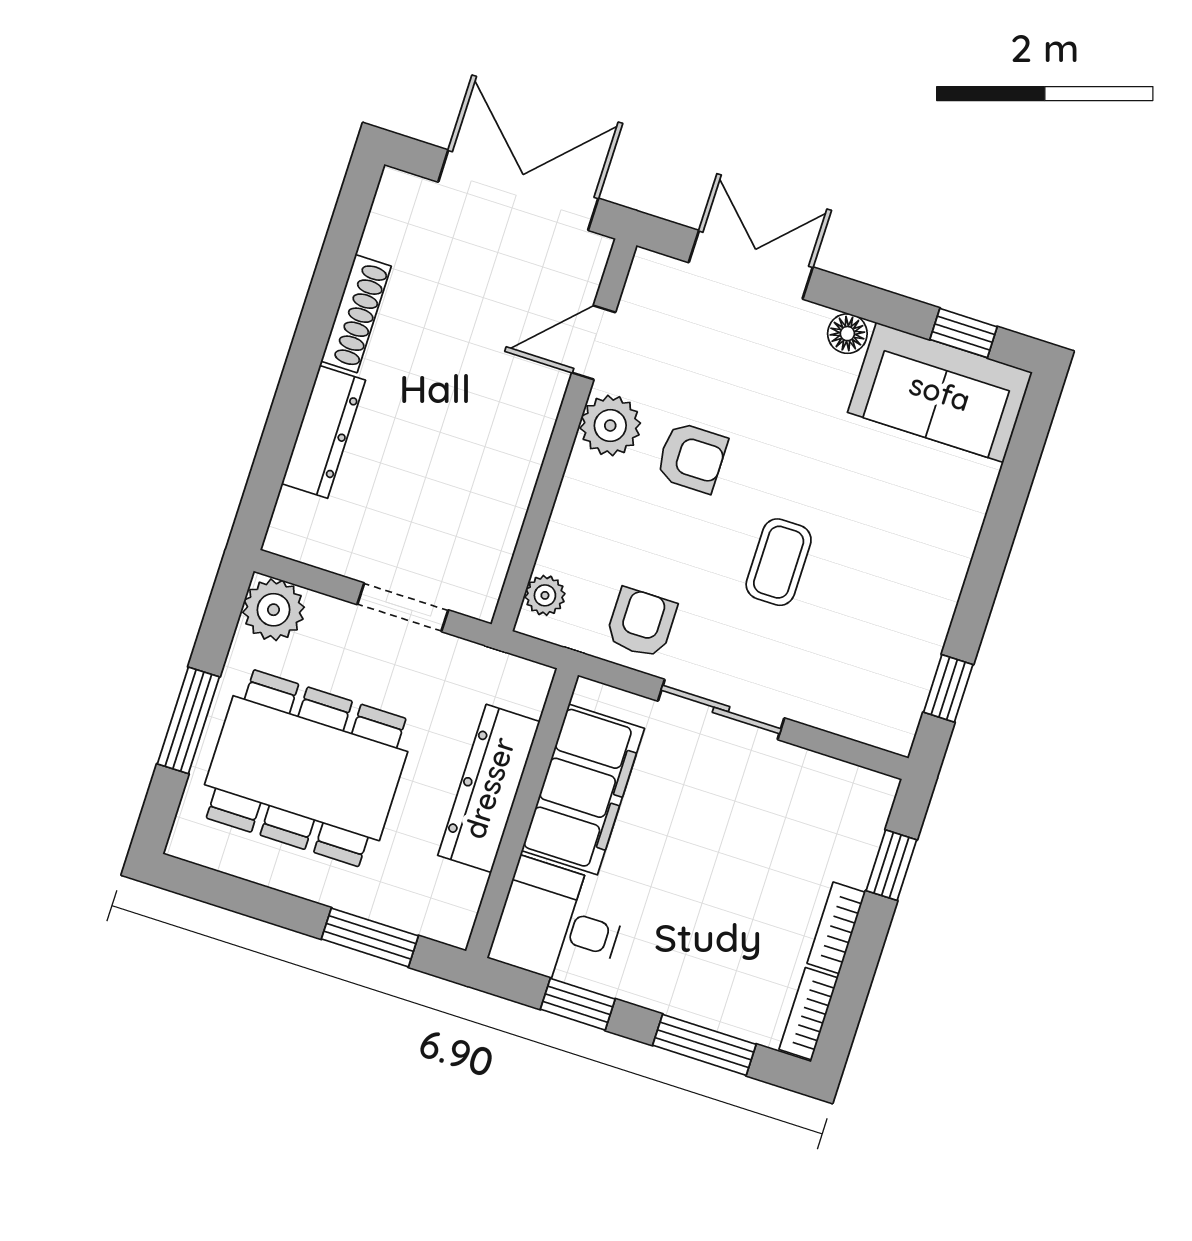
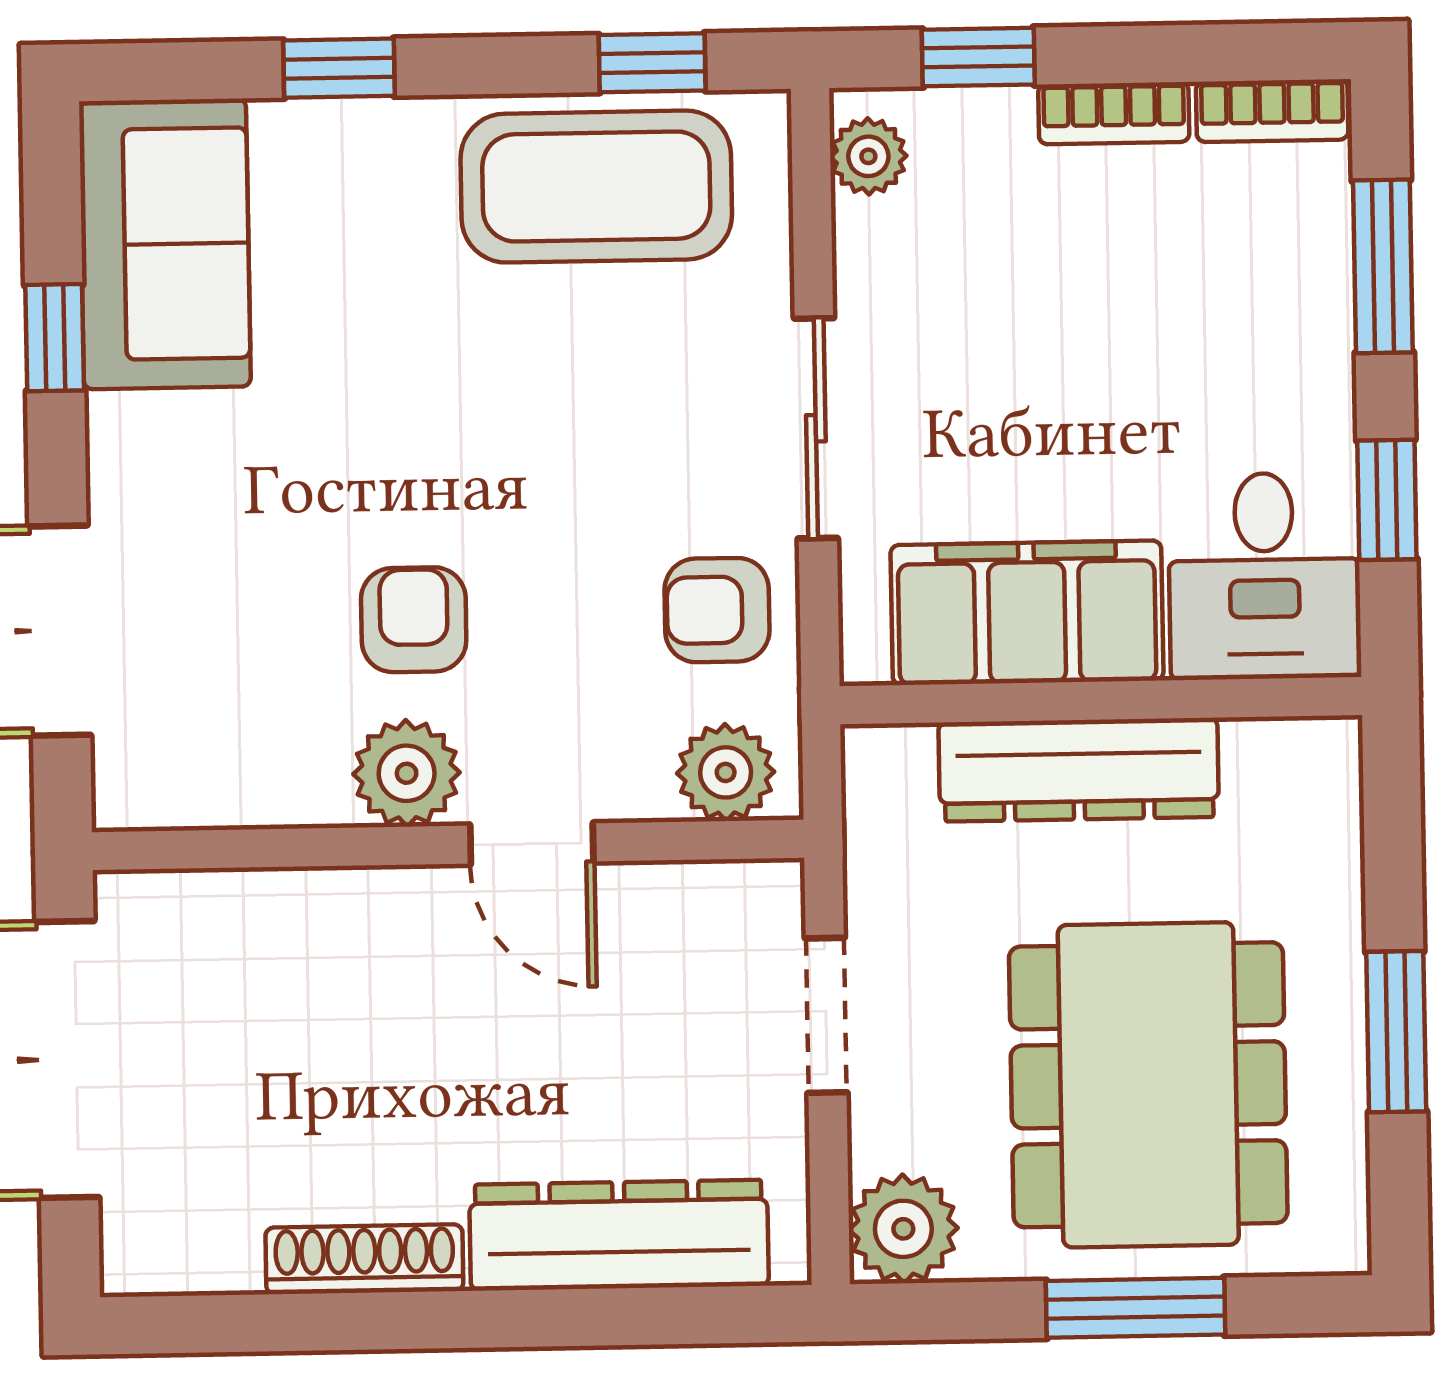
window: (964, 333) -> (55, 338), moved
floor lamp: (847, 334) -> (119, 431), removed
door: (594, 343) -> (532, 843), moved
dresser: (324, 432) -> (619, 1235), width x1.37, depth x1.24
window: (1003, 519) -> (339, 68), added
coffee table: (779, 562) -> (596, 187), moved, width x1.86, depth x1.72
plant: (545, 595) -> (726, 772), width x1.38, depth x1.38
plant: (858, 788) -> (868, 156), added
window: (370, 937) -> (1396, 1032), moved

